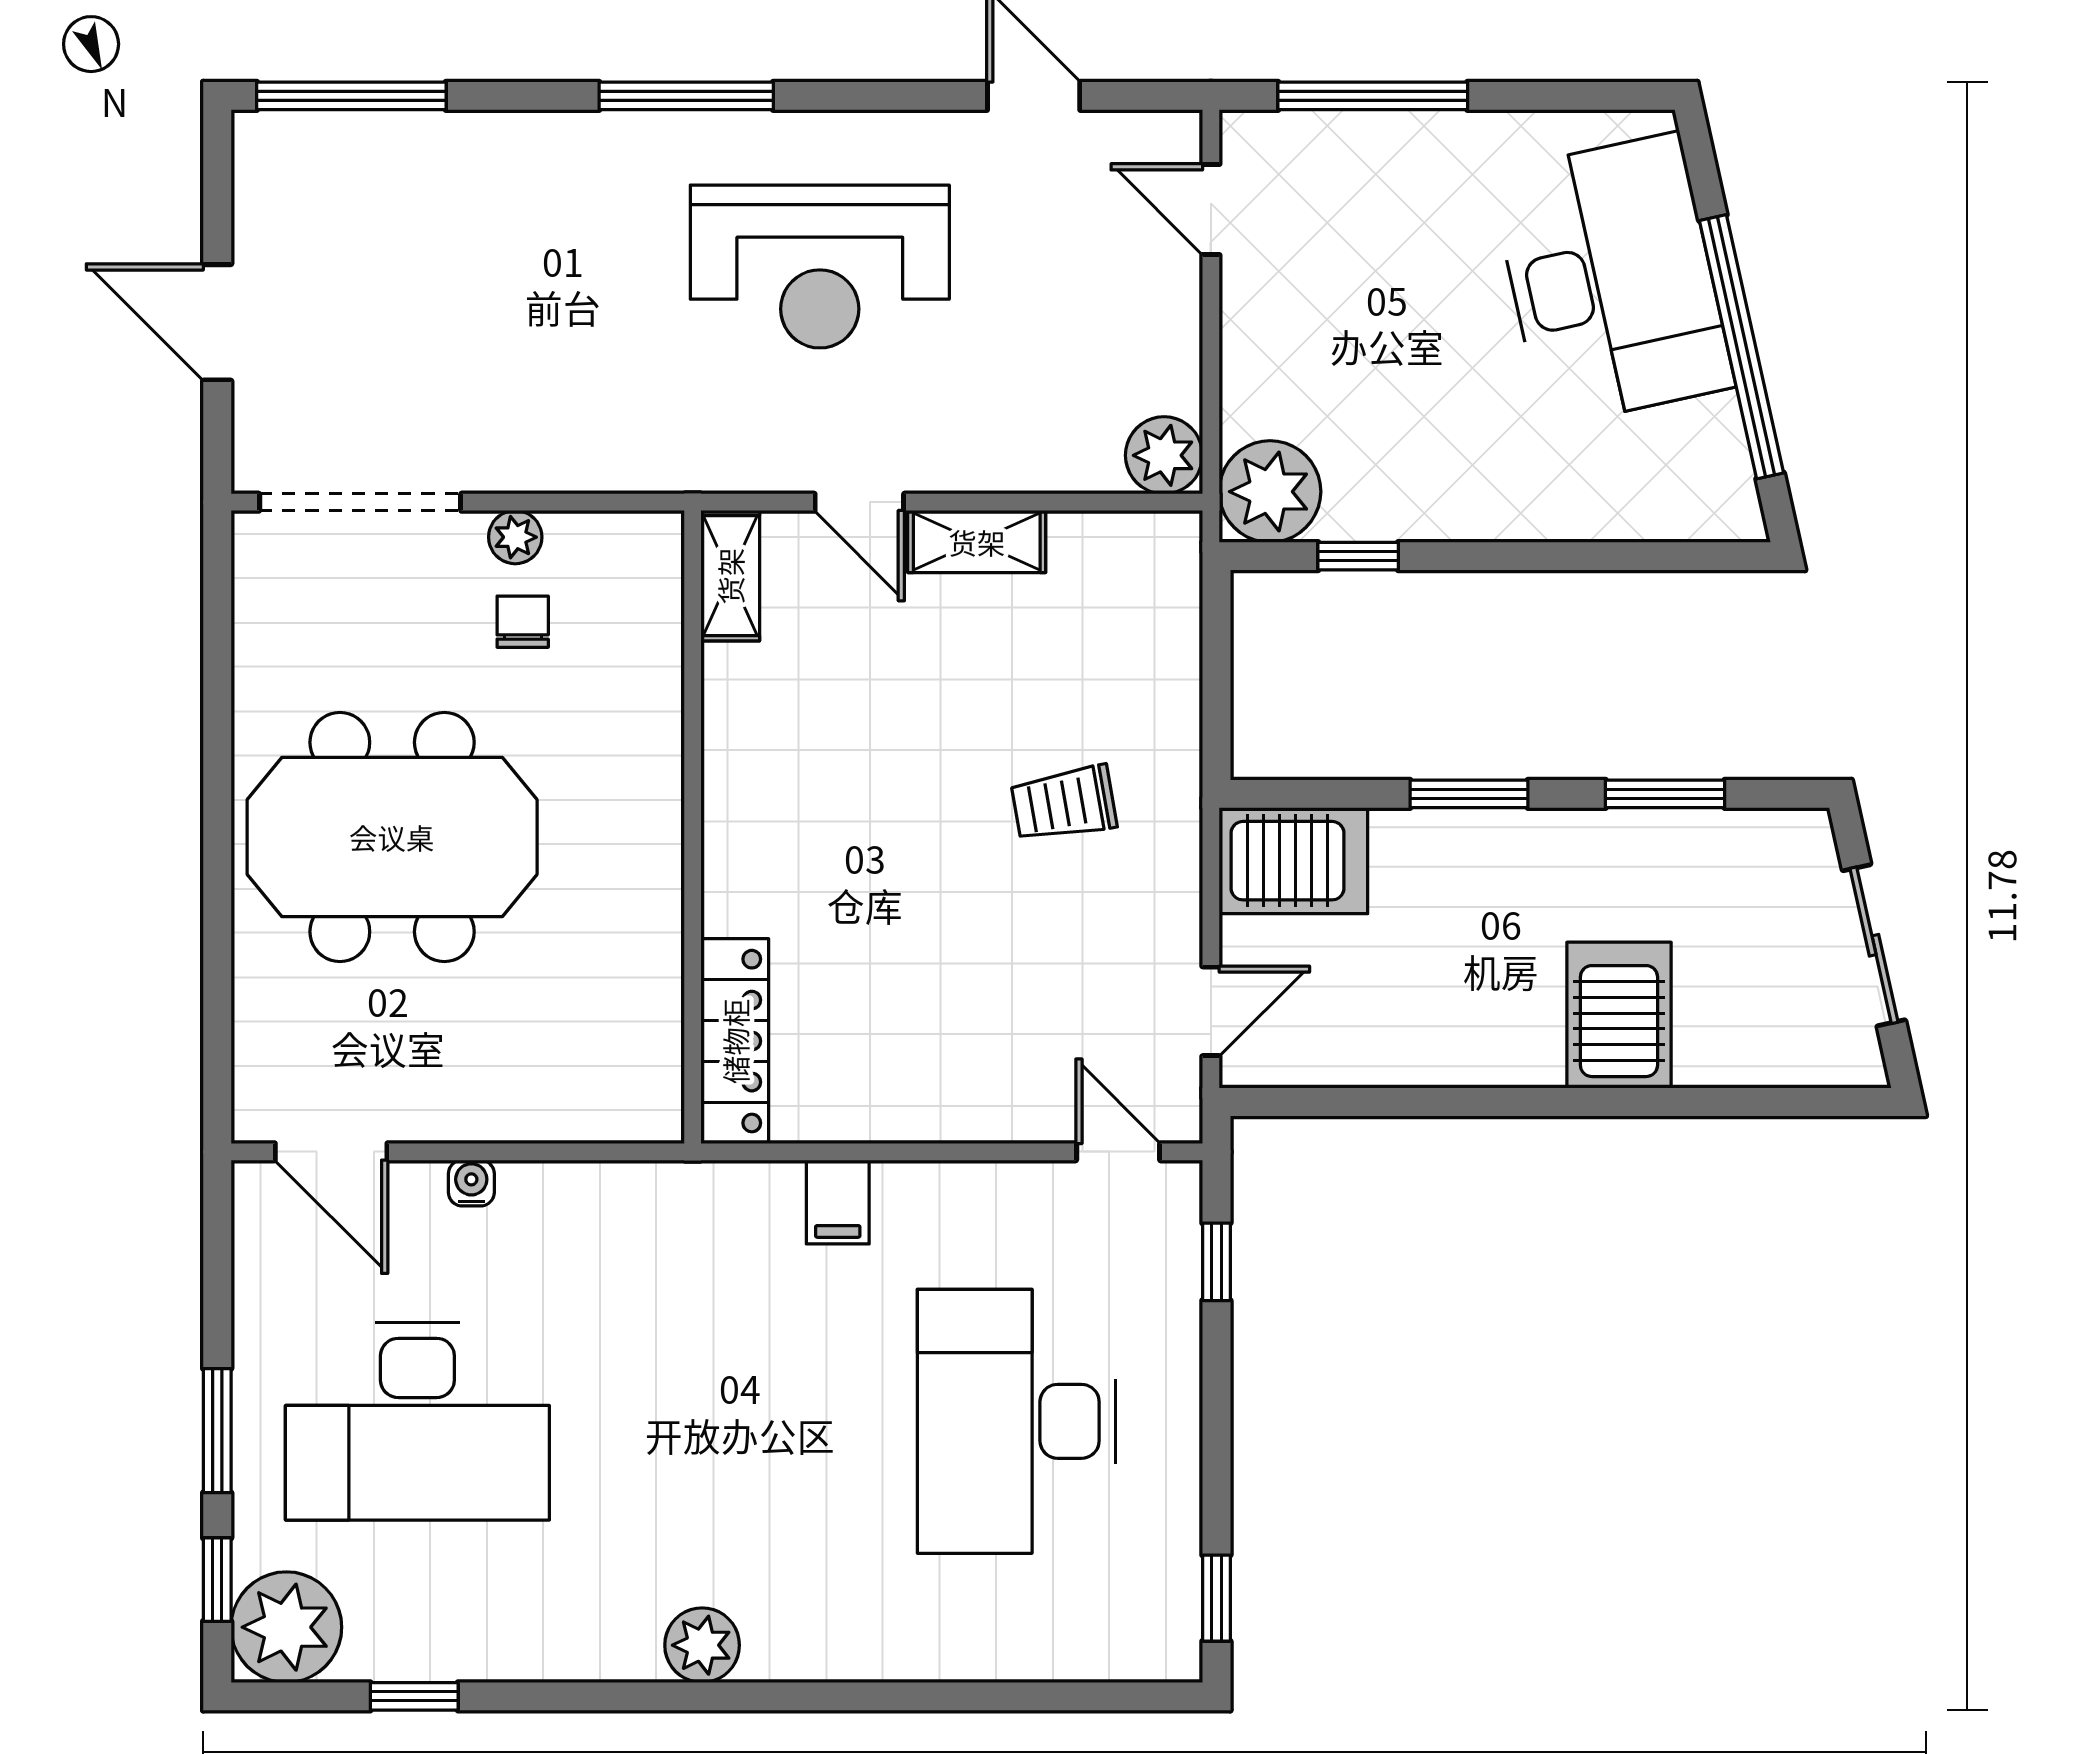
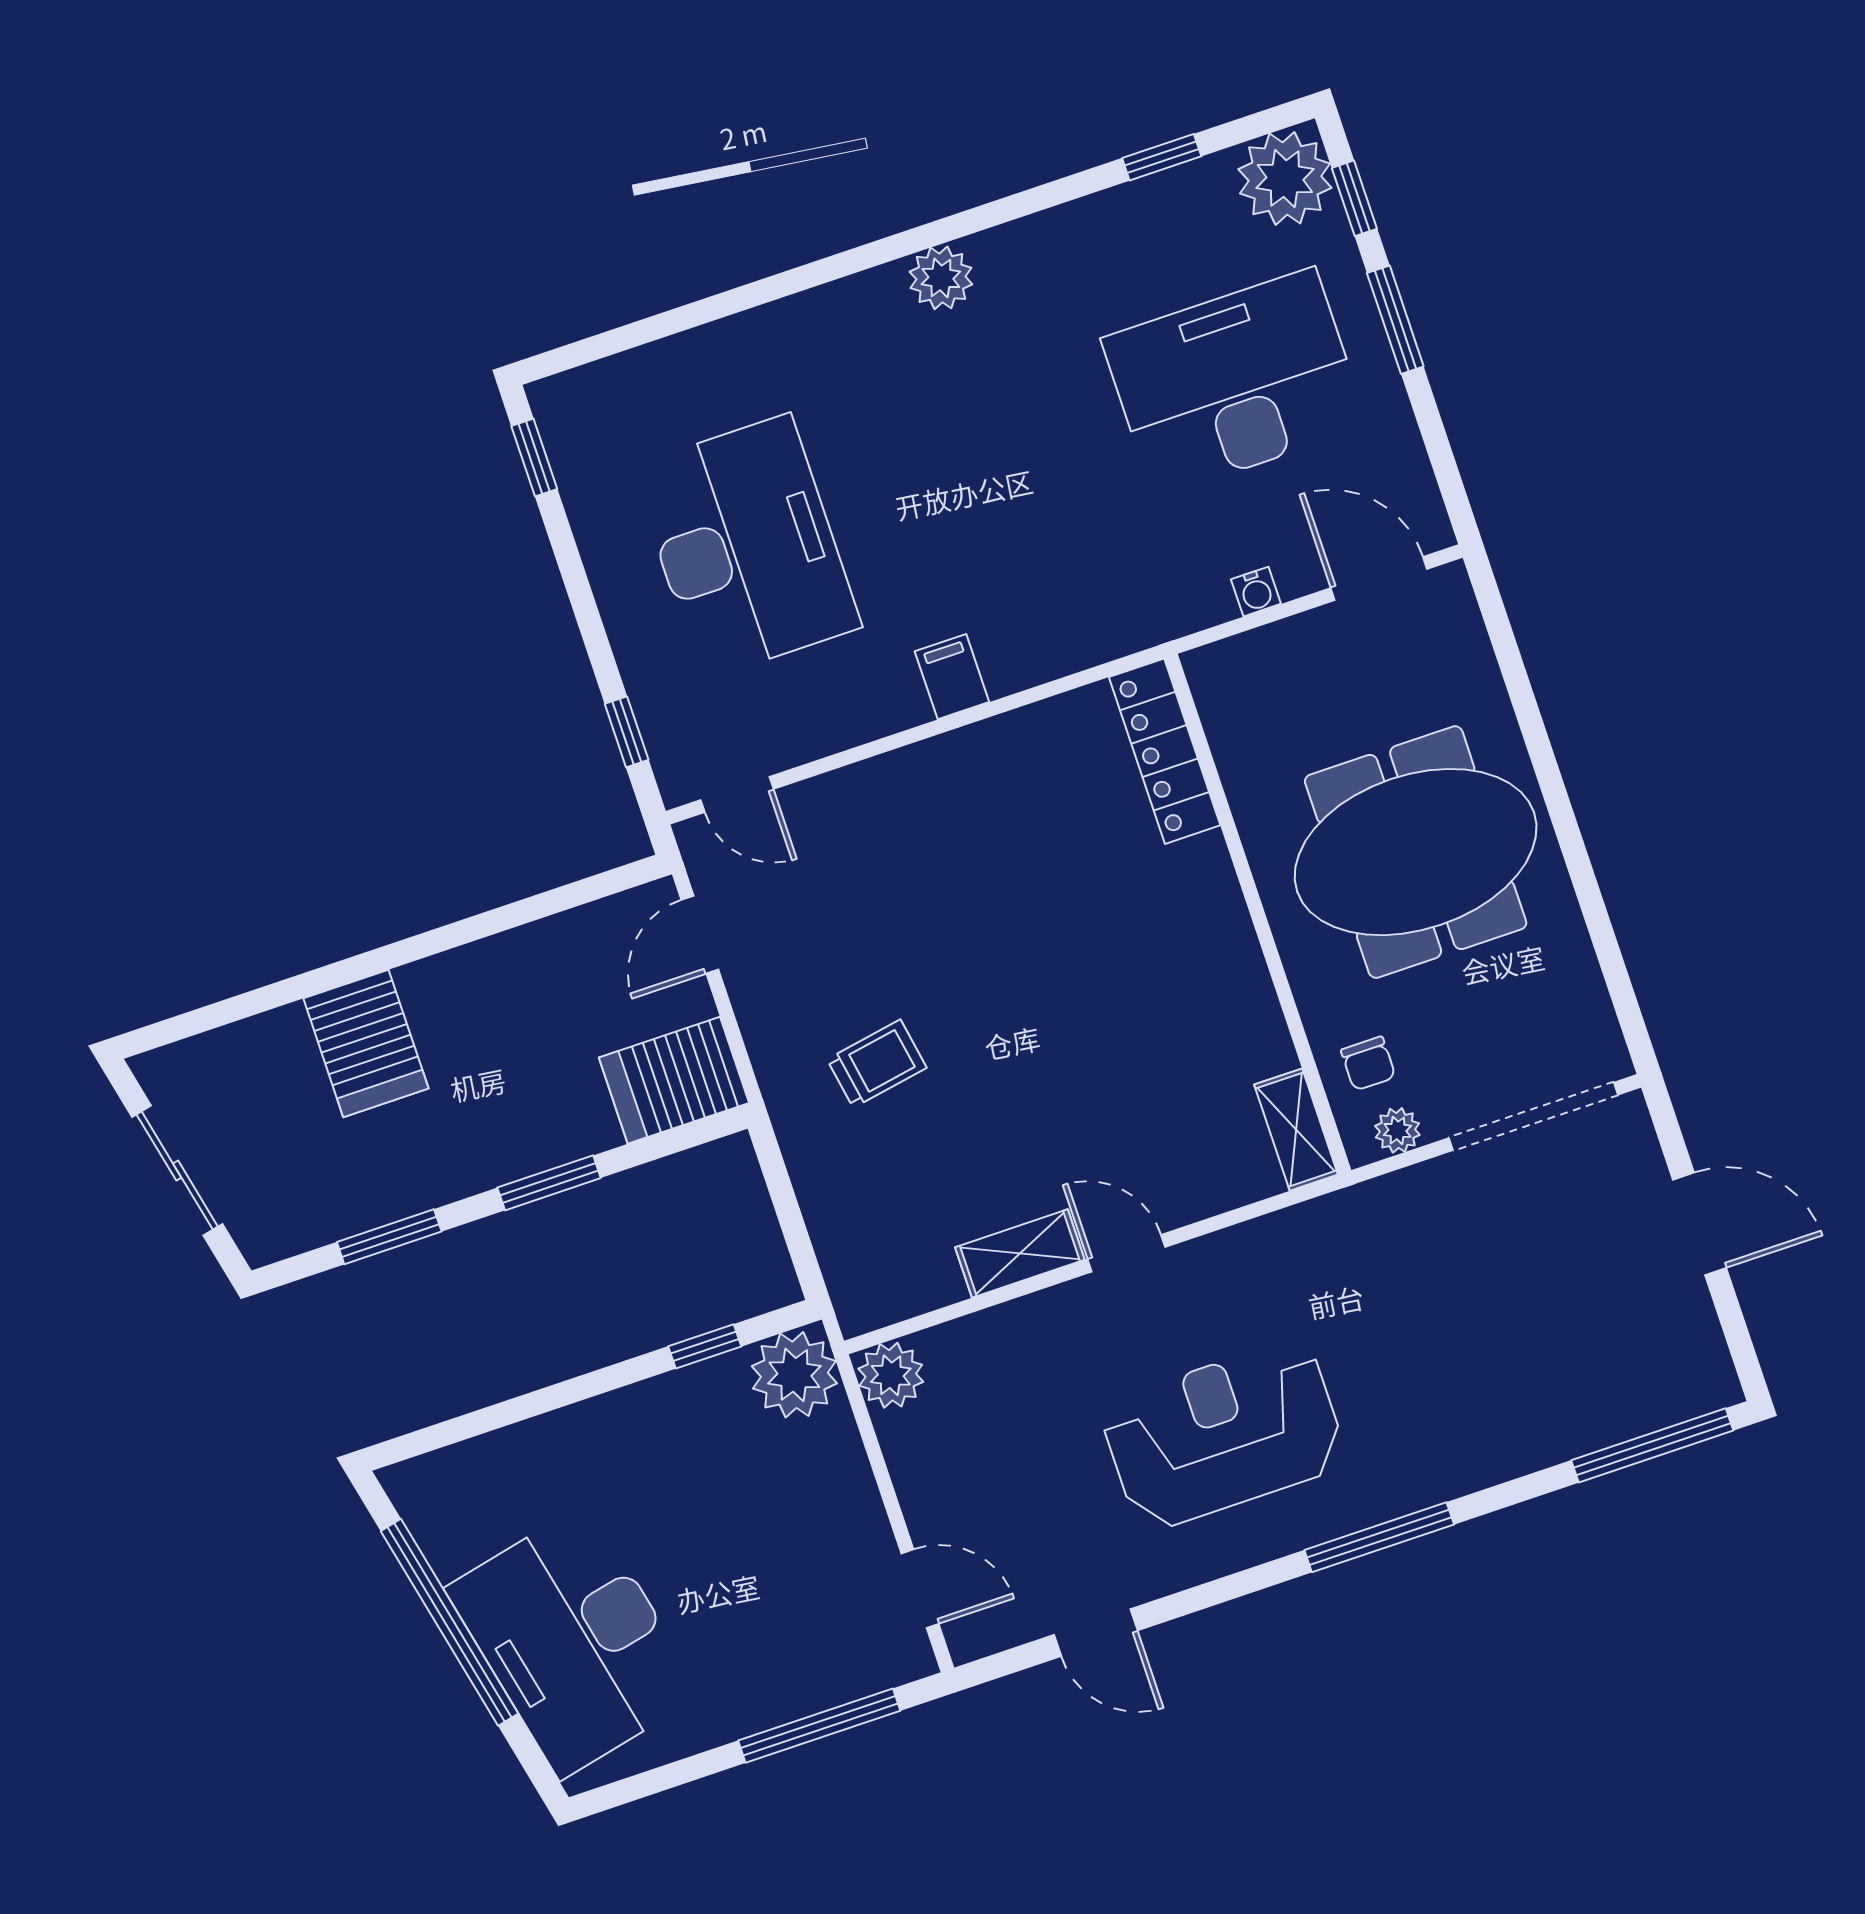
shelving: (730, 576) -> (1296, 1130), moved
wall: (693, 827) -> (1258, 914), moved
locker: (735, 1041) -> (1165, 751), moved

